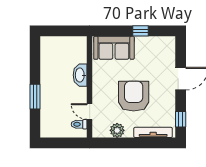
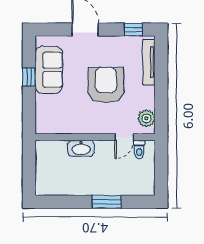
sofa: (114, 48) -> (49, 70), moved
armchair: (134, 96) -> (106, 85), turned 90
plant: (117, 130) -> (146, 118), moved

